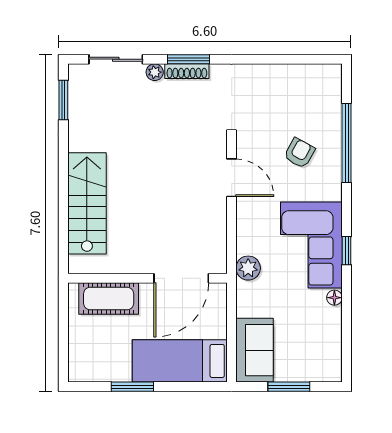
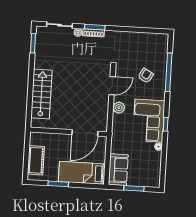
door: (232, 178) -> (112, 86), hinge flipped
plant: (248, 268) -> (119, 108), moved
cot: (109, 298) -> (36, 160), moved, turned 90

